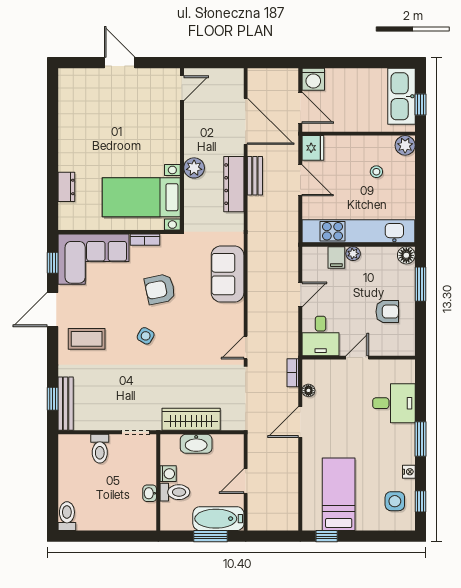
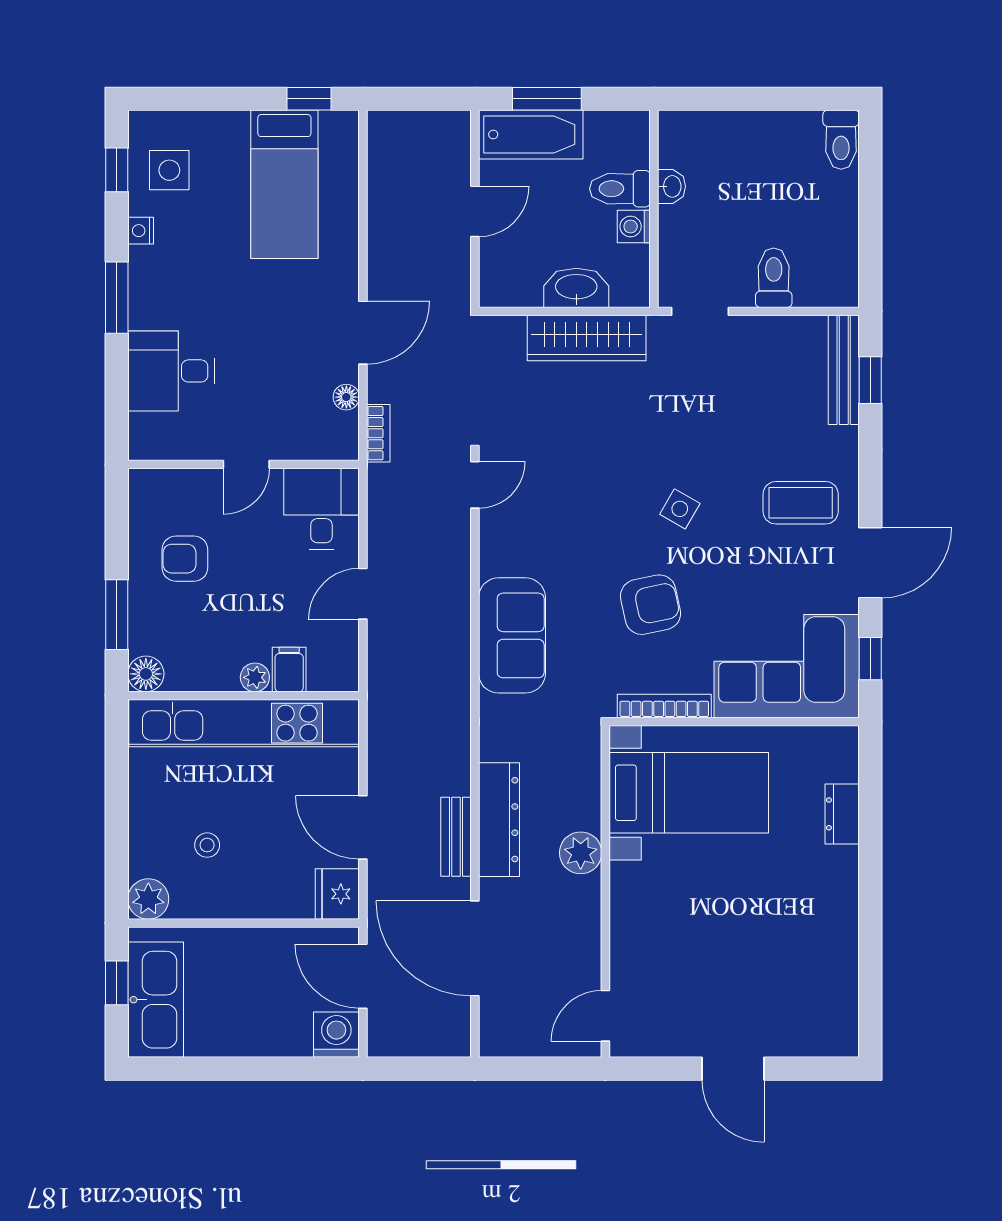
bookcase: (145, 240) -> (664, 706), width x1.56

